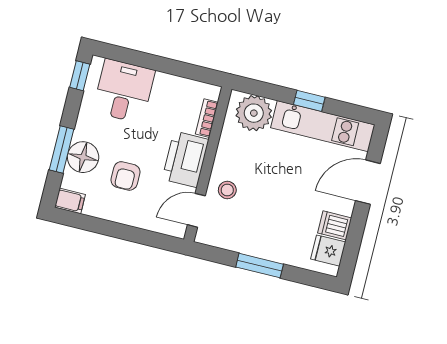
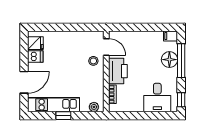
plant: (254, 113) -> (94, 107), width x0.53, depth x0.53
window: (62, 149) -> (181, 61), width x1.44
armchair: (125, 176) -> (146, 55), removed
door: (196, 210) -> (106, 47), hinge flipped
window: (260, 266) -> (68, 27), removed

